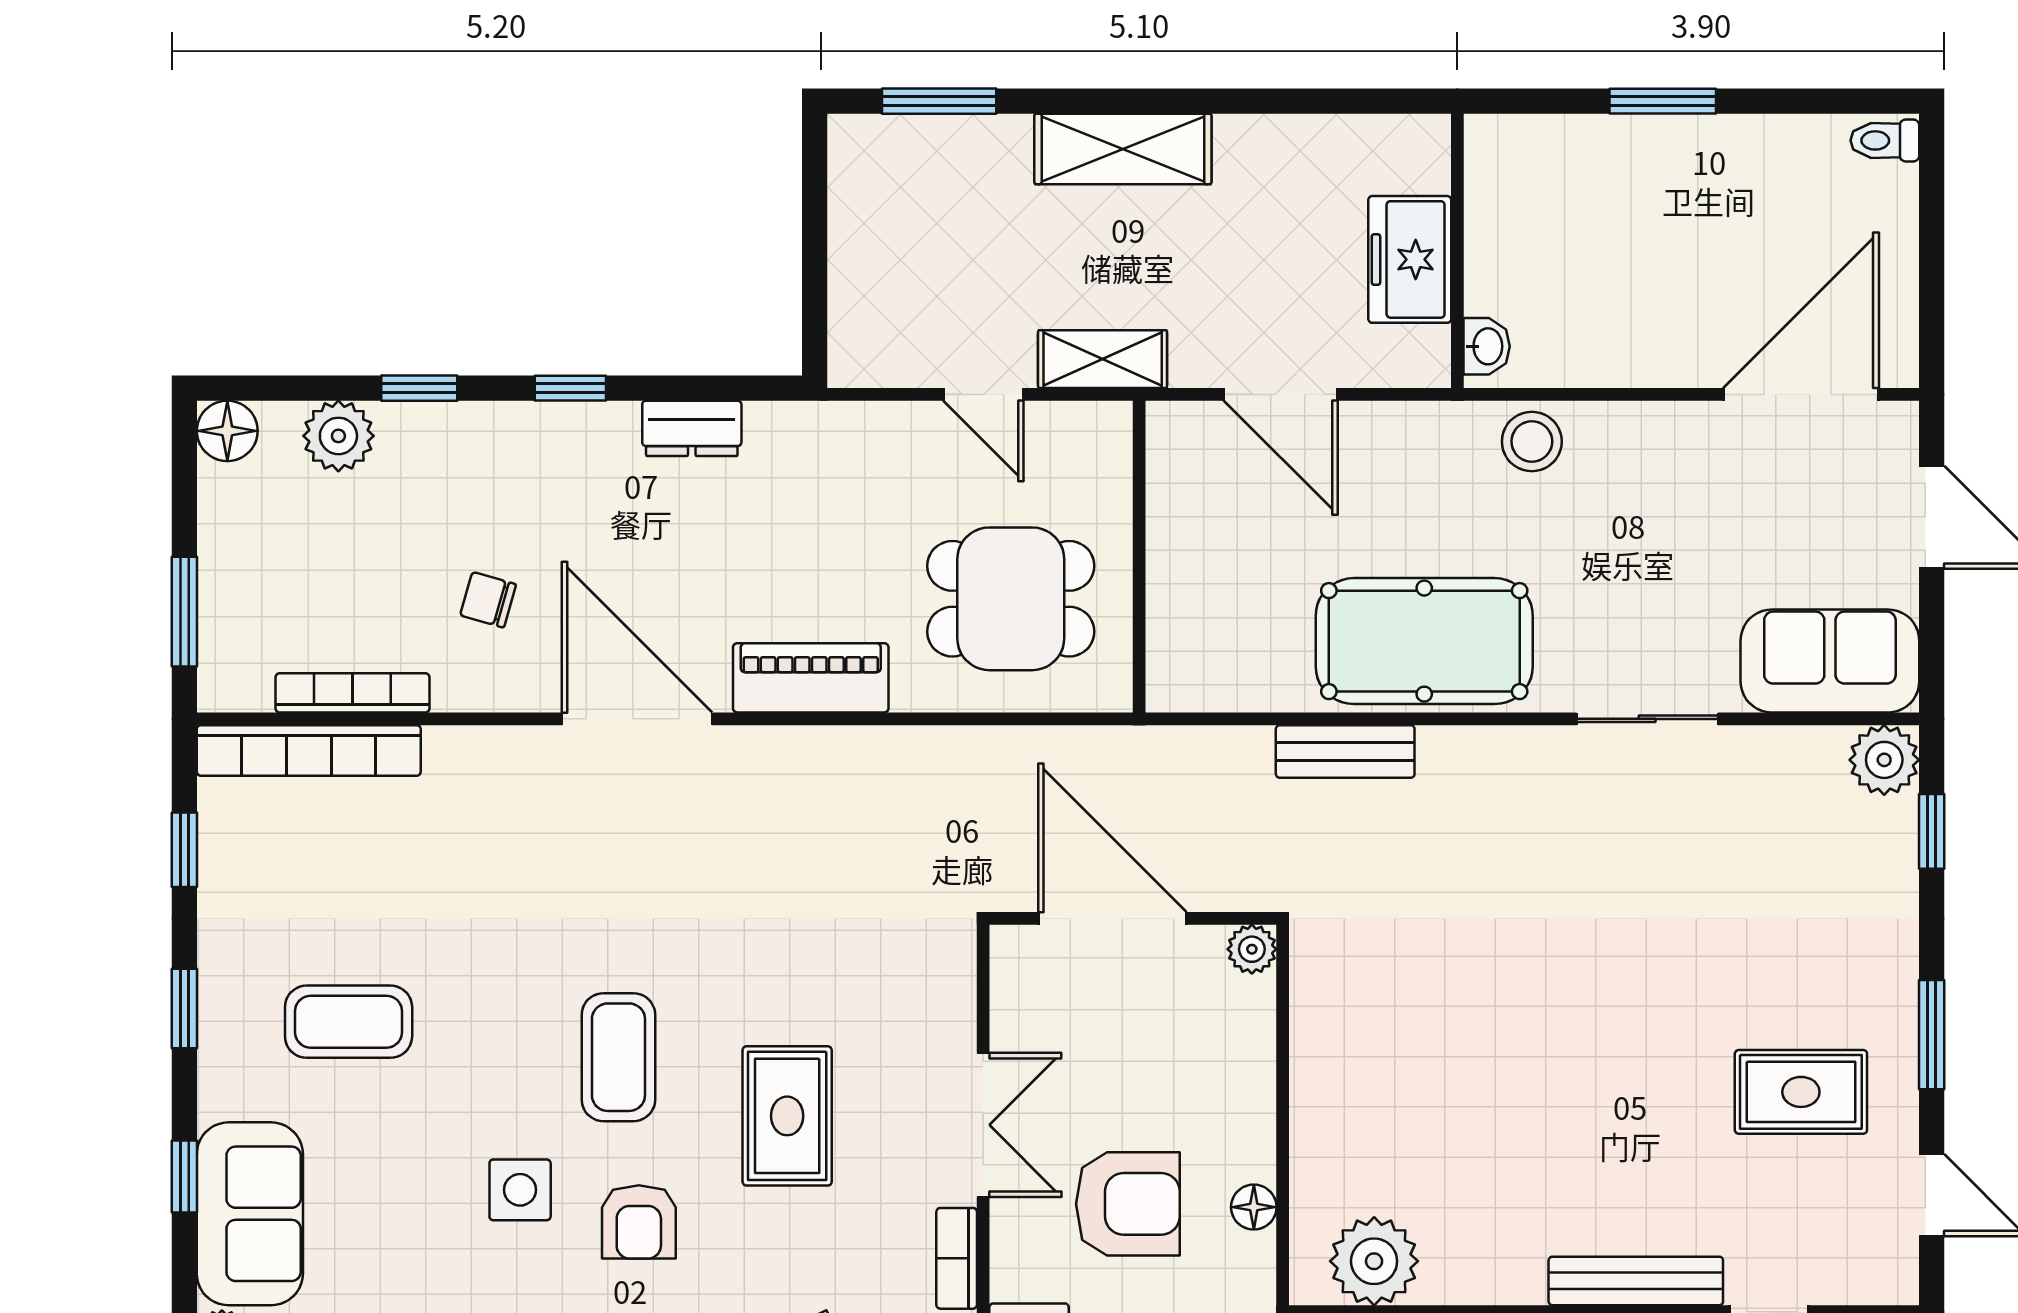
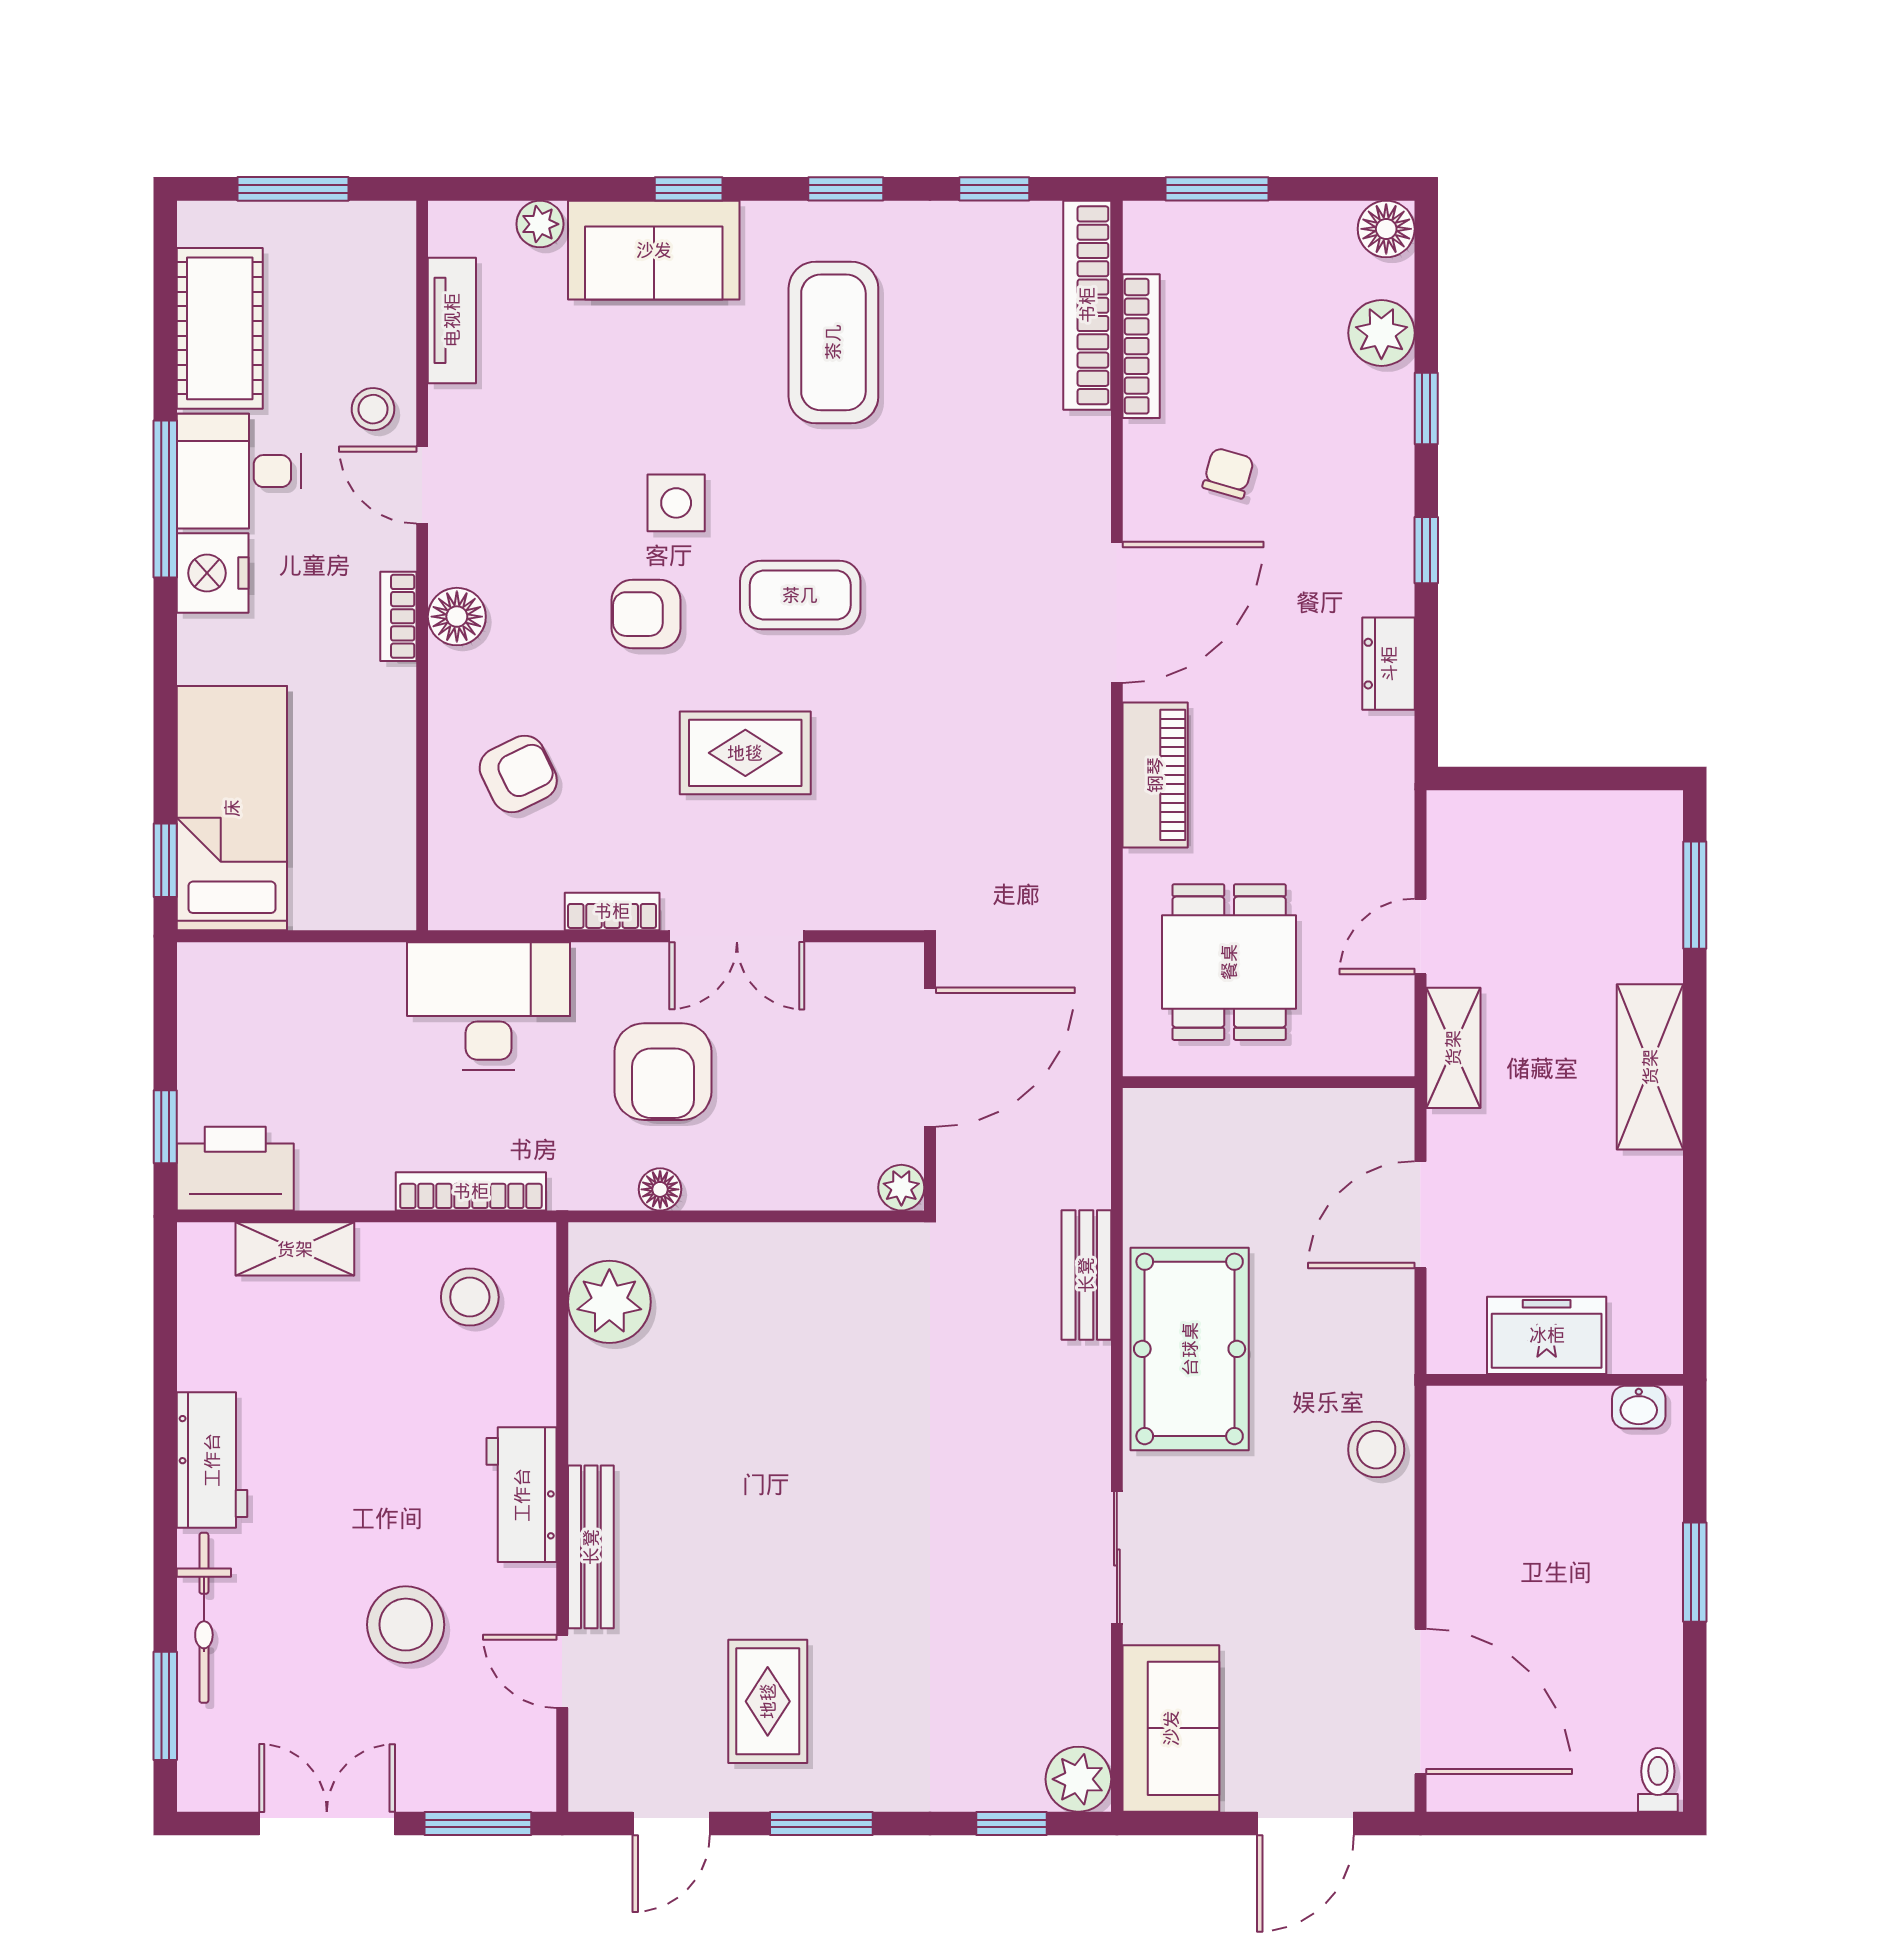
washbasin: (1487, 346) -> (1639, 1407), moved
coffee table: (349, 1022) -> (833, 342), width x1.36, depth x1.32

